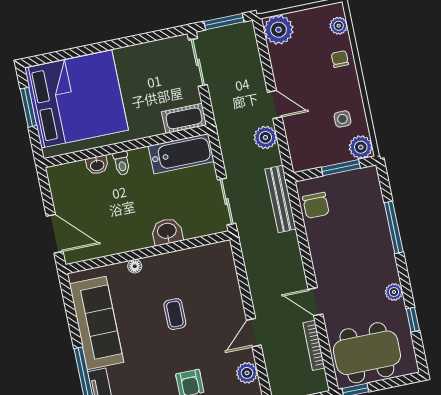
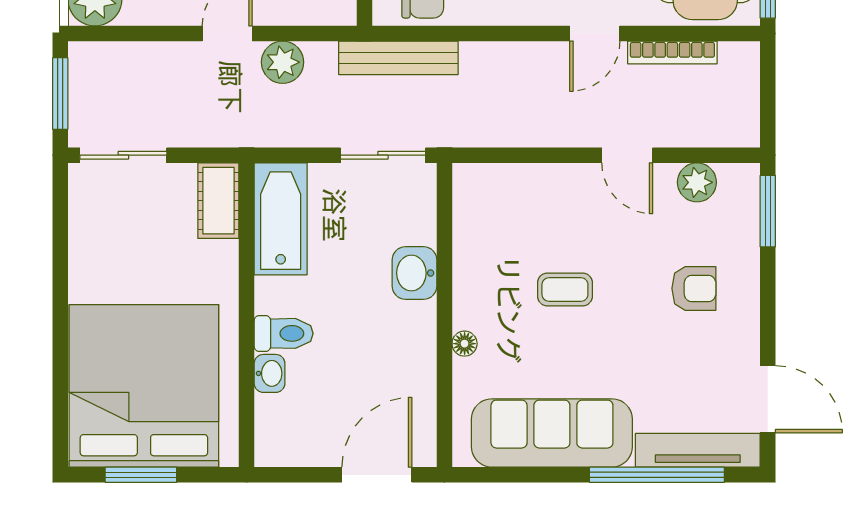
toilet: (122, 163) -> (284, 333), width x1.37, depth x1.39

